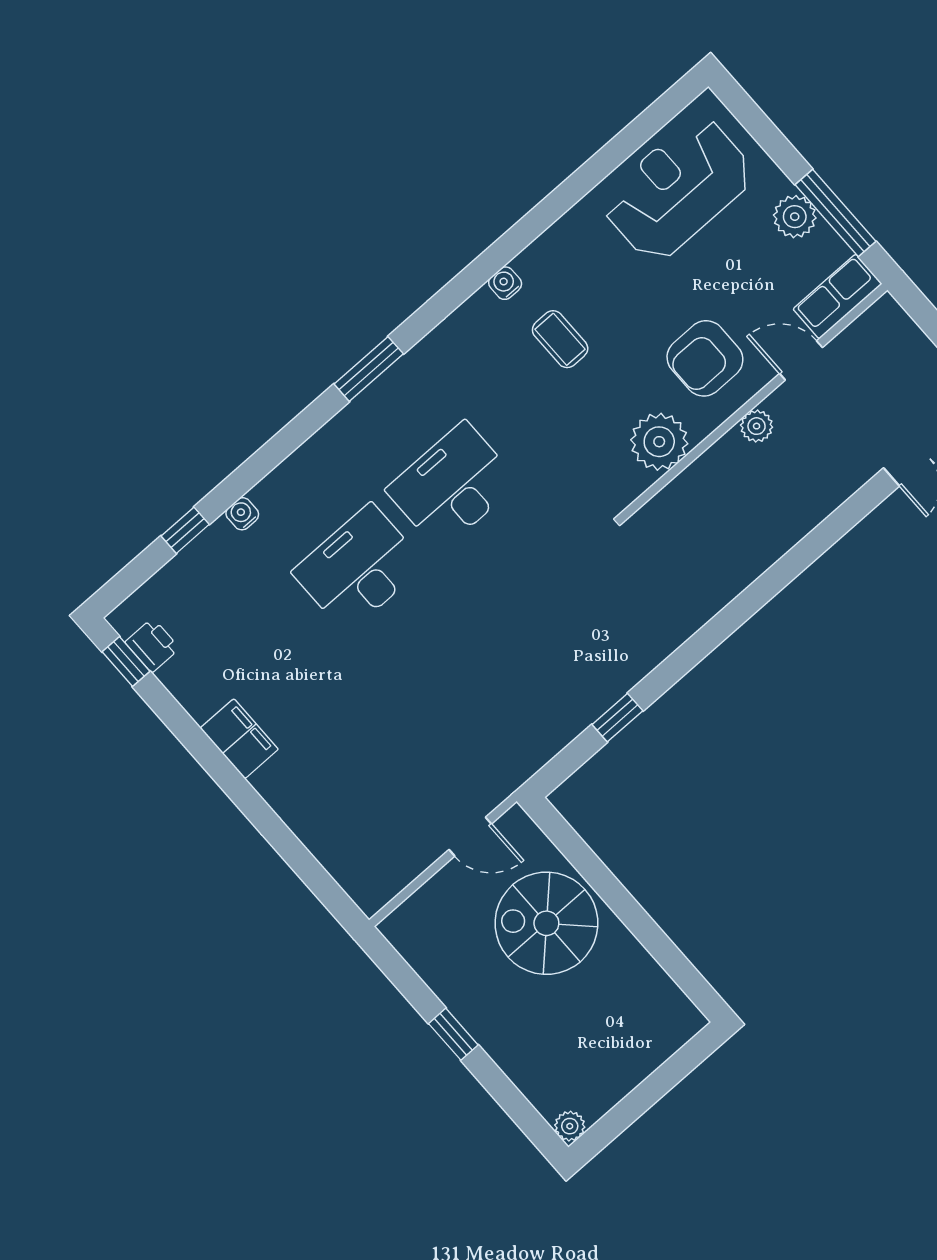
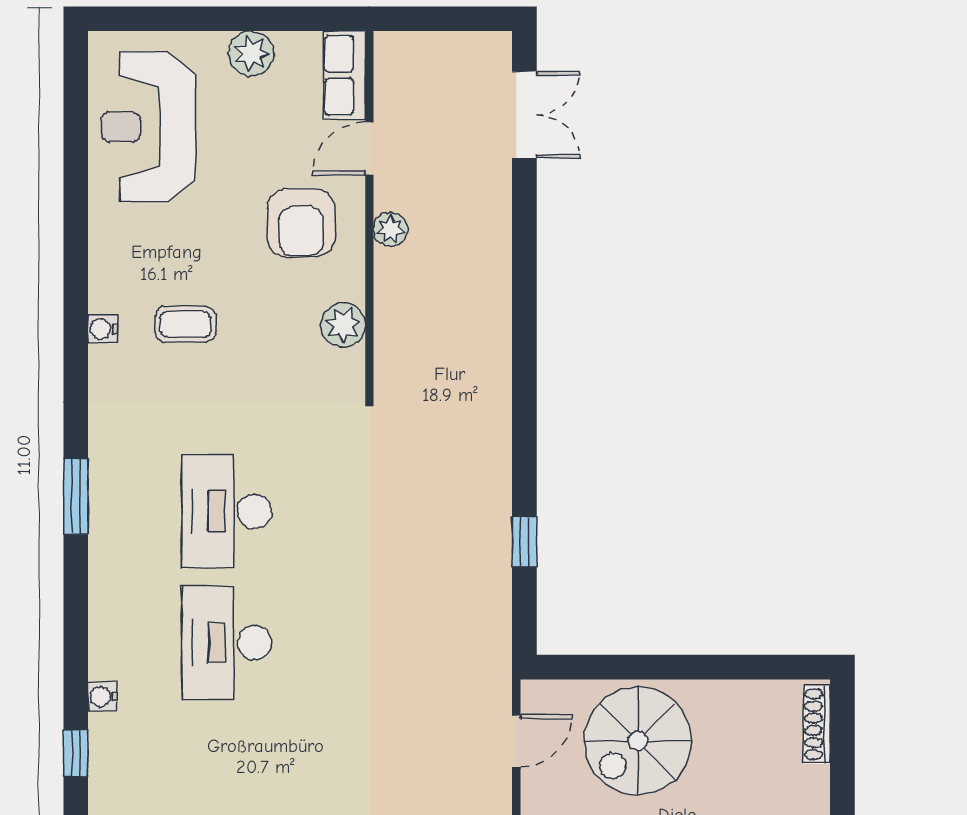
window: (835, 213) -> (277, 19), removed
plant: (659, 442) -> (343, 325), width x0.73, depth x0.73
shoe rack: (671, 1041) -> (817, 724), added

